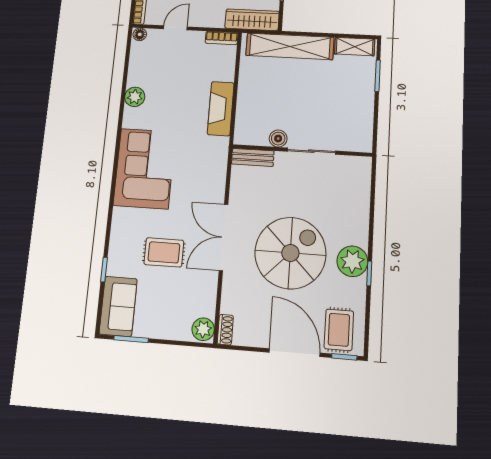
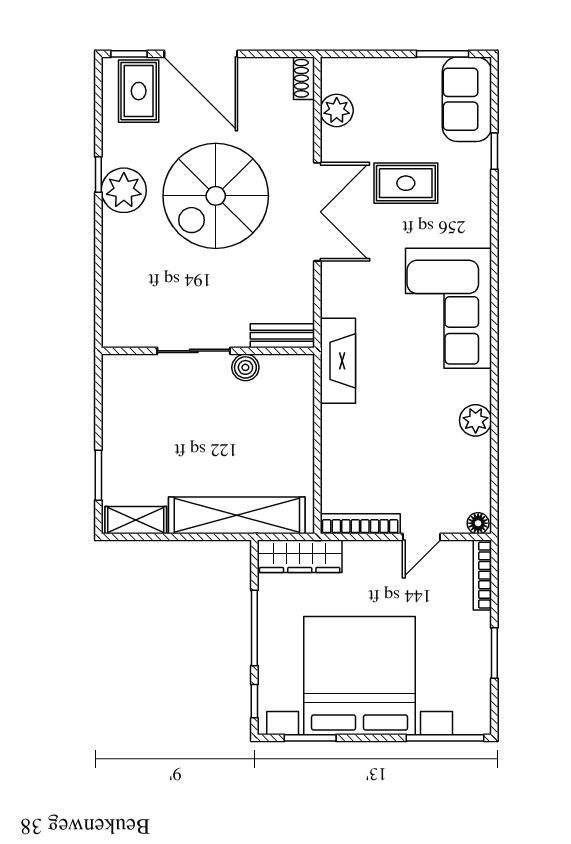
bookcase: (222, 38) -> (360, 524), width x1.56
fireplace: (221, 109) -> (338, 361), moved
plant: (203, 329) -> (337, 110), moved

